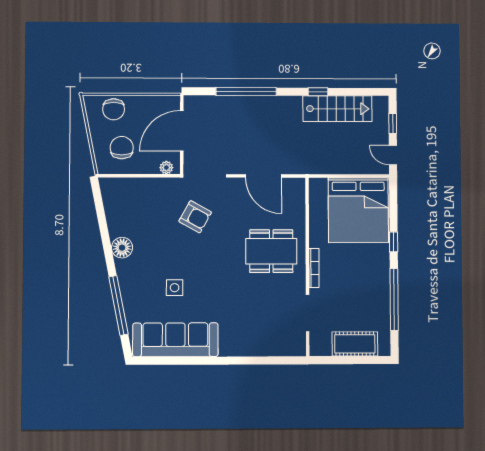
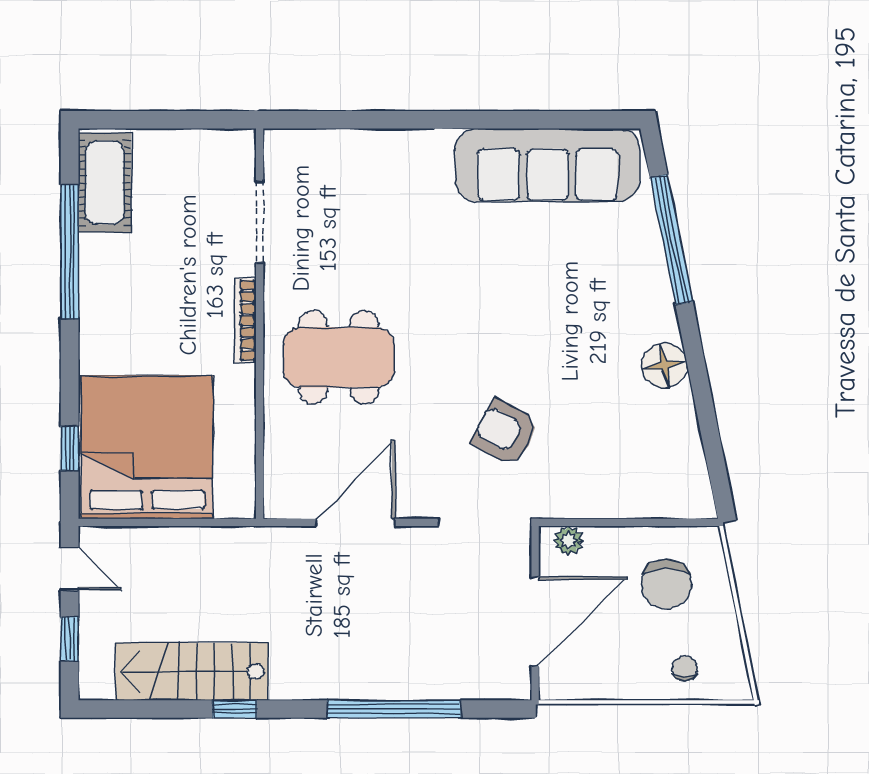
chair: (114, 109) -> (685, 669), width x0.54, depth x0.54
door: (263, 176) -> (356, 522), hinge flipped
window: (394, 242) -> (70, 448), moved
side table: (175, 288) -> (550, 278), removed
cot: (355, 344) -> (105, 182), moved, turned 90

